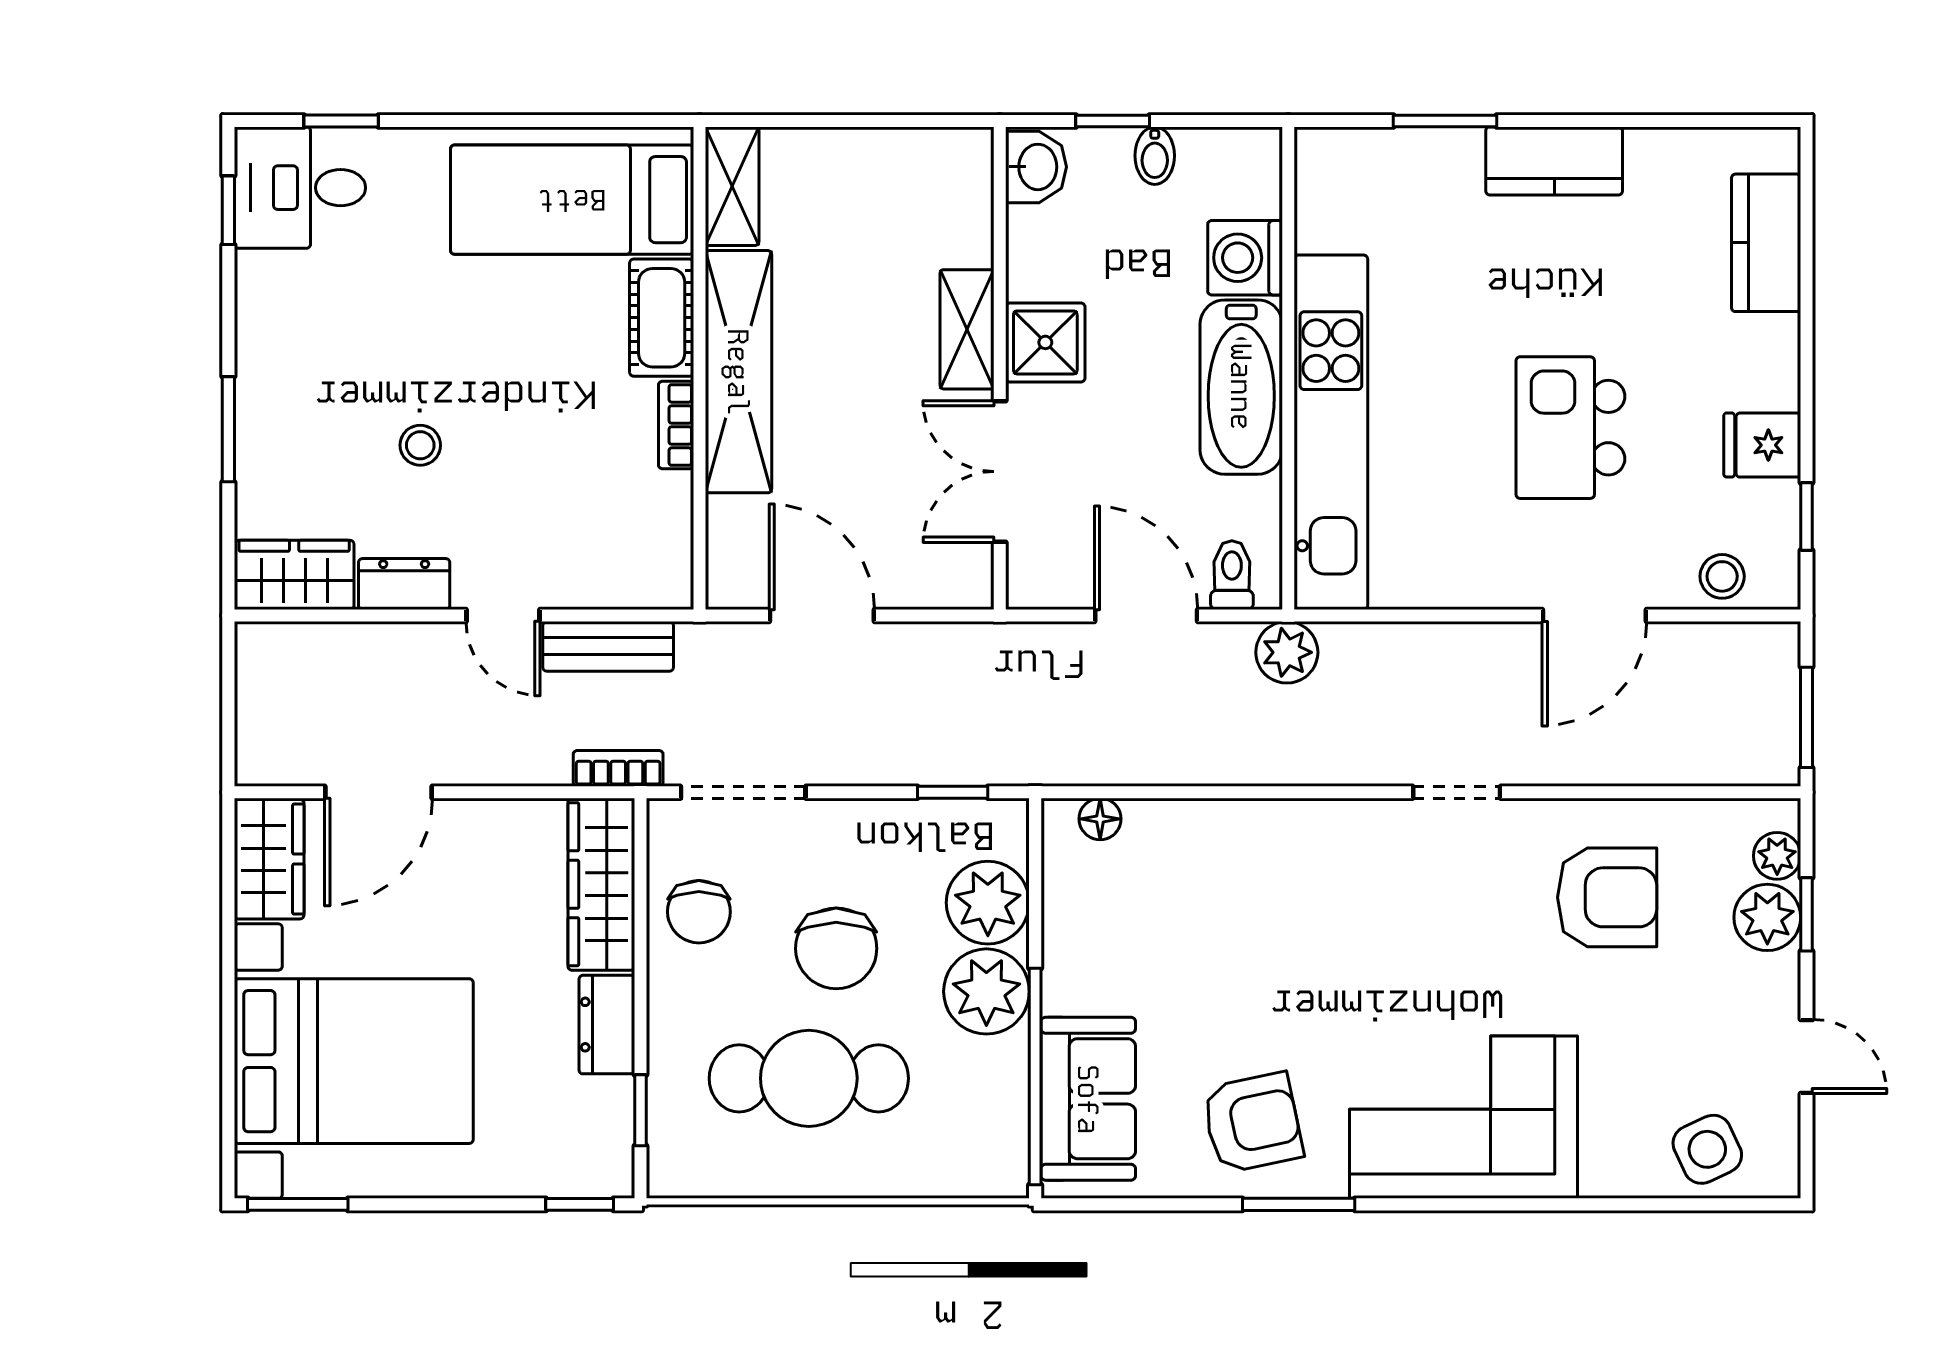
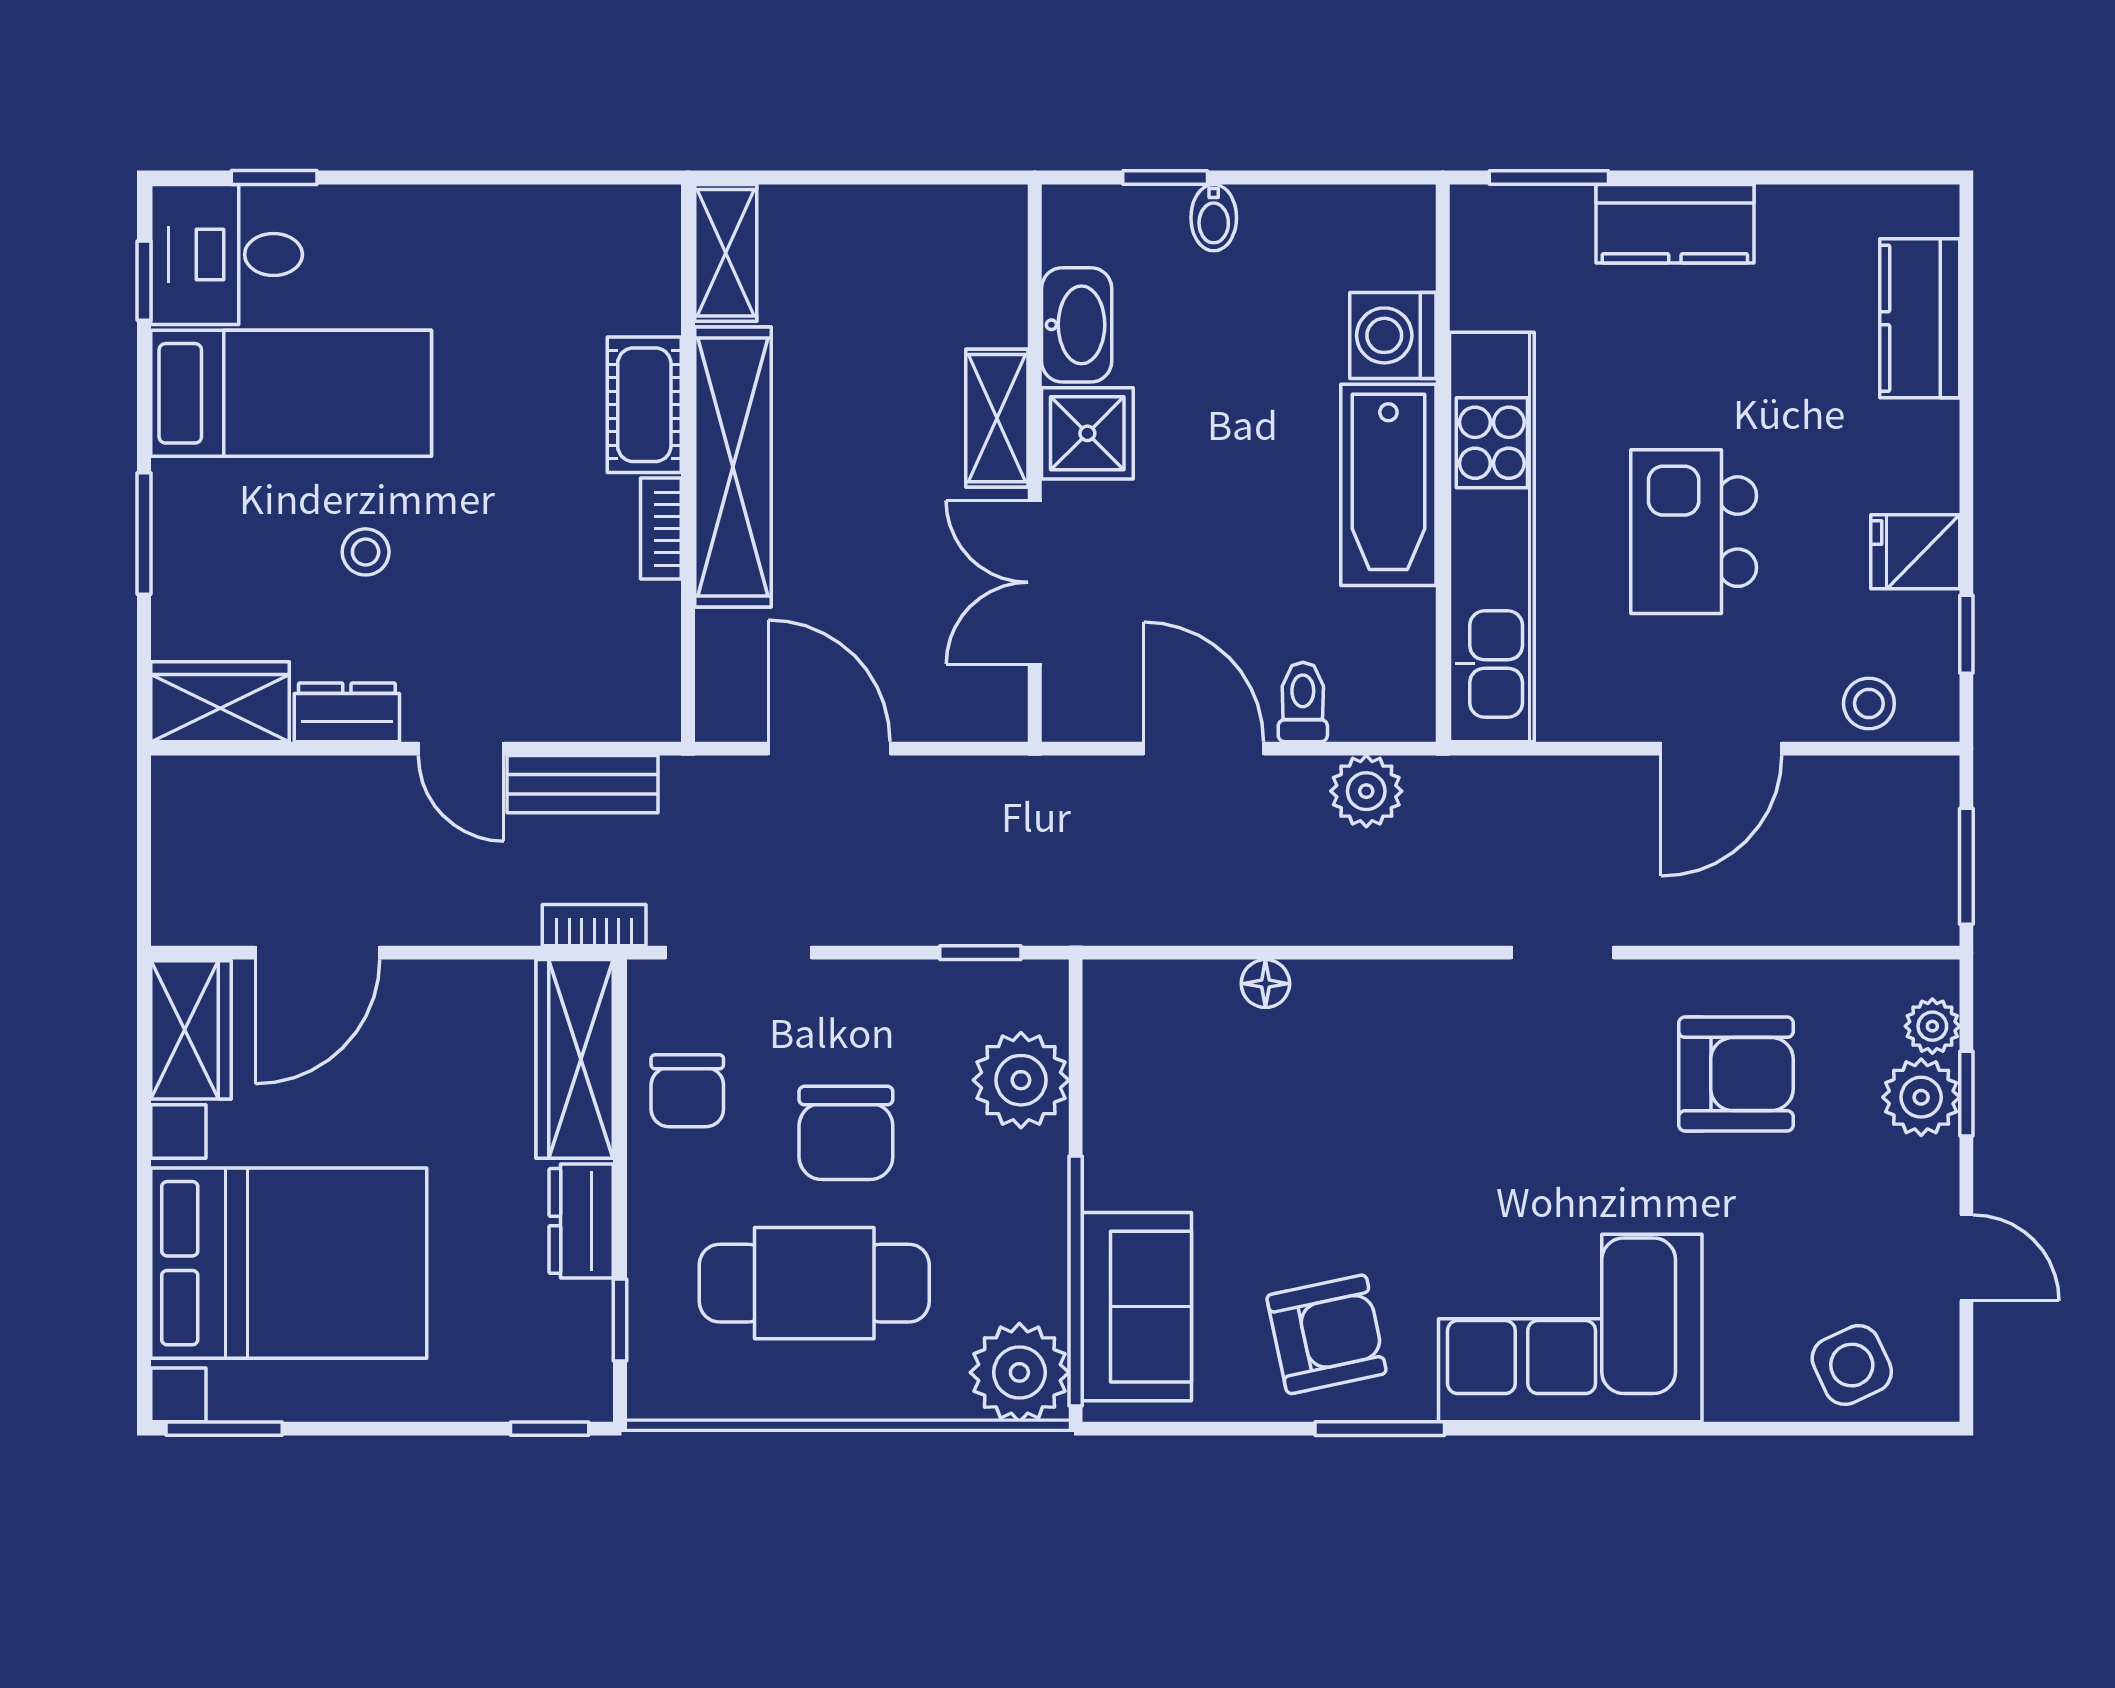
washbasin: (1036, 167) -> (1077, 325), moved, width x1.38
bed: (572, 200) -> (291, 393), moved, turned 180
washing machine: (1245, 258) -> (1393, 335), moved
wall: (1288, 368) -> (1443, 463), moved
bathtub: (1241, 387) -> (1388, 485), moved
kitchen unit: (1331, 432) -> (1492, 537), moved
floor lamp: (1100, 819) -> (1265, 984), moved
plant: (986, 991) -> (1019, 1372), moved

